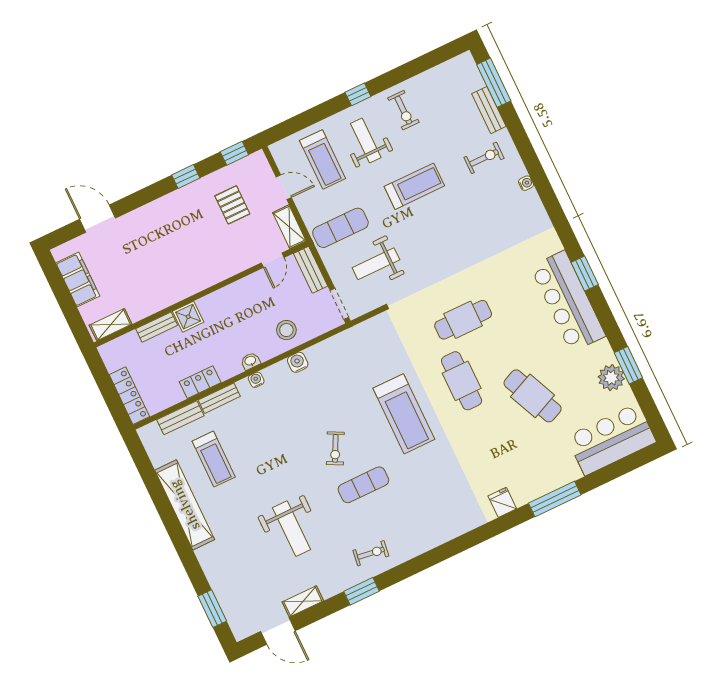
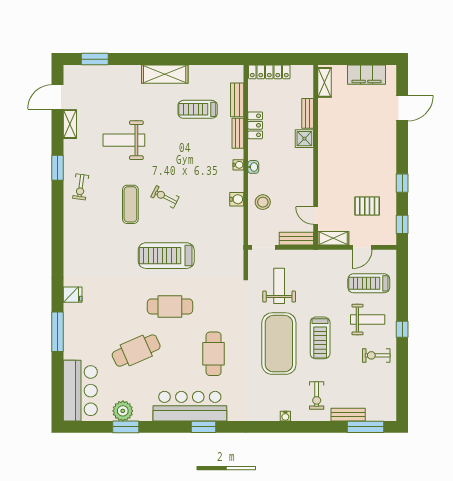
exercise mat: (340, 228) -> (279, 344), moved, width x2.00, depth x1.45
cafe table: (463, 320) -> (214, 354), moved
shelving: (185, 505) -> (165, 74), width x0.68

